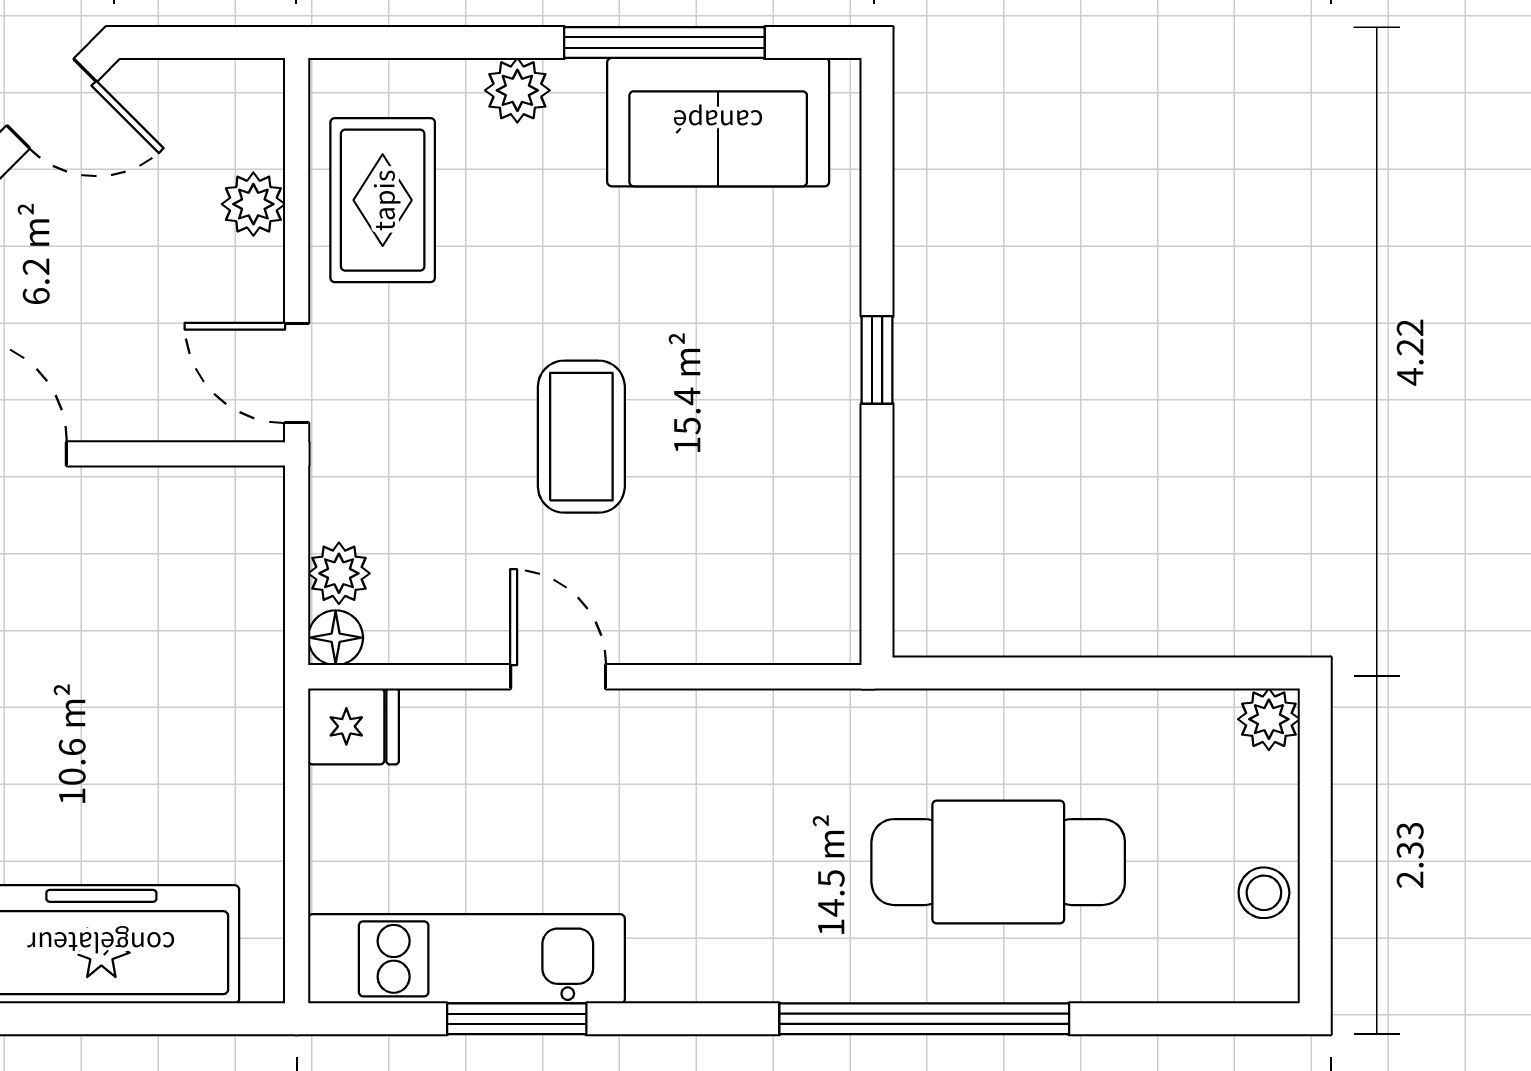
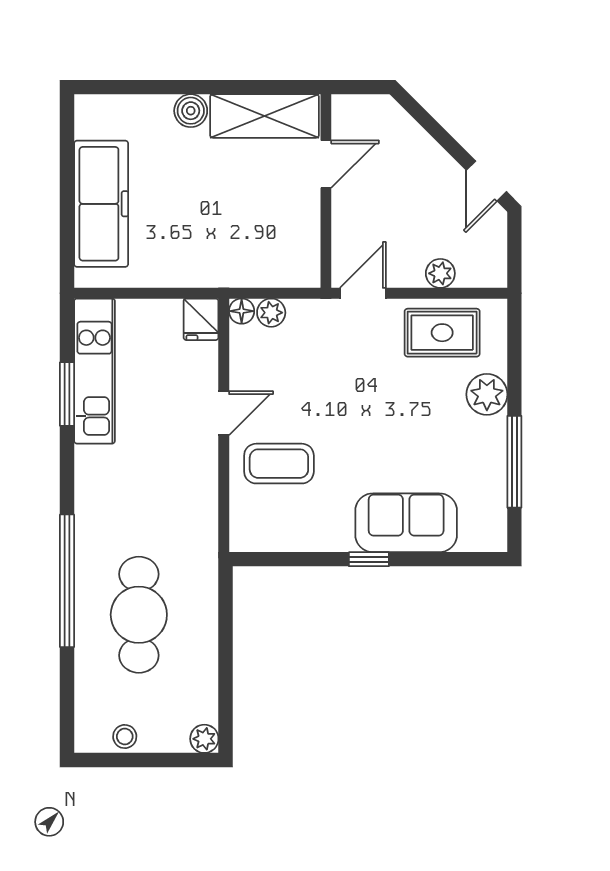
plant: (517, 90) -> (487, 394), width x1.38, depth x1.38
sofa: (718, 122) -> (406, 523), moved, turned 90
coffee table: (581, 437) -> (279, 464), moved

